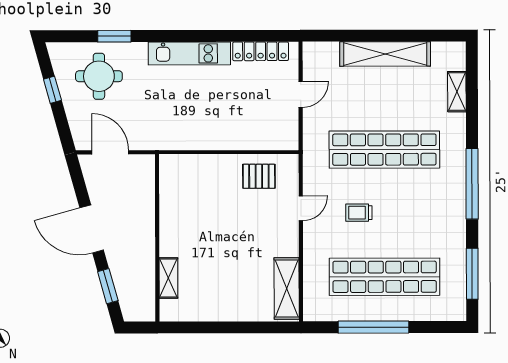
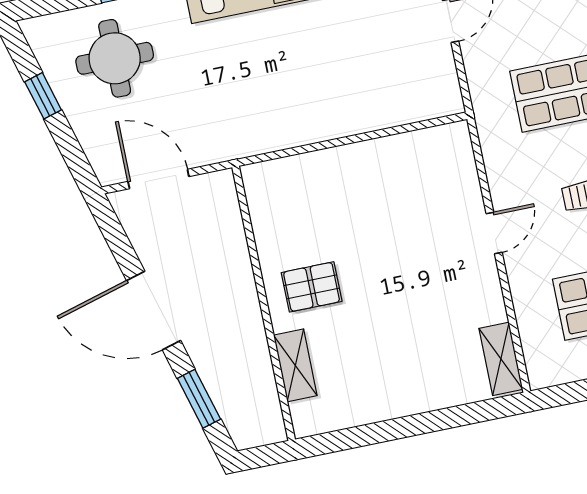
pallet: (259, 176) -> (312, 287), moved
door: (301, 208) -> (494, 233), moved
shelving: (287, 288) -> (501, 359), width x0.67, depth x0.75

